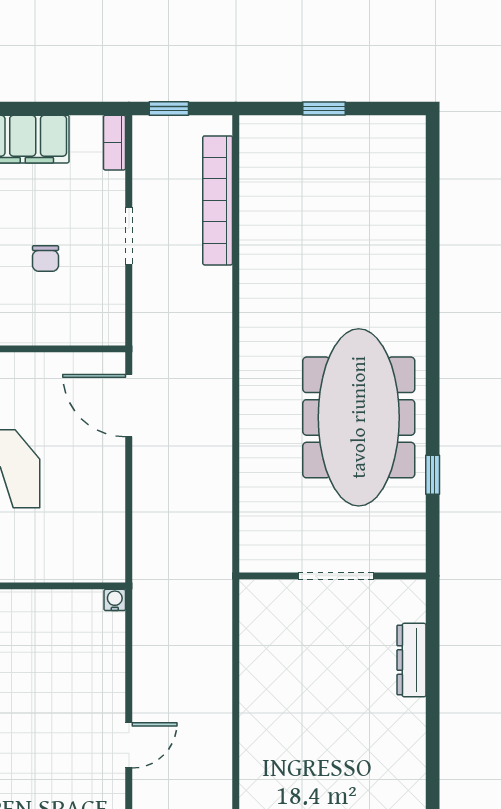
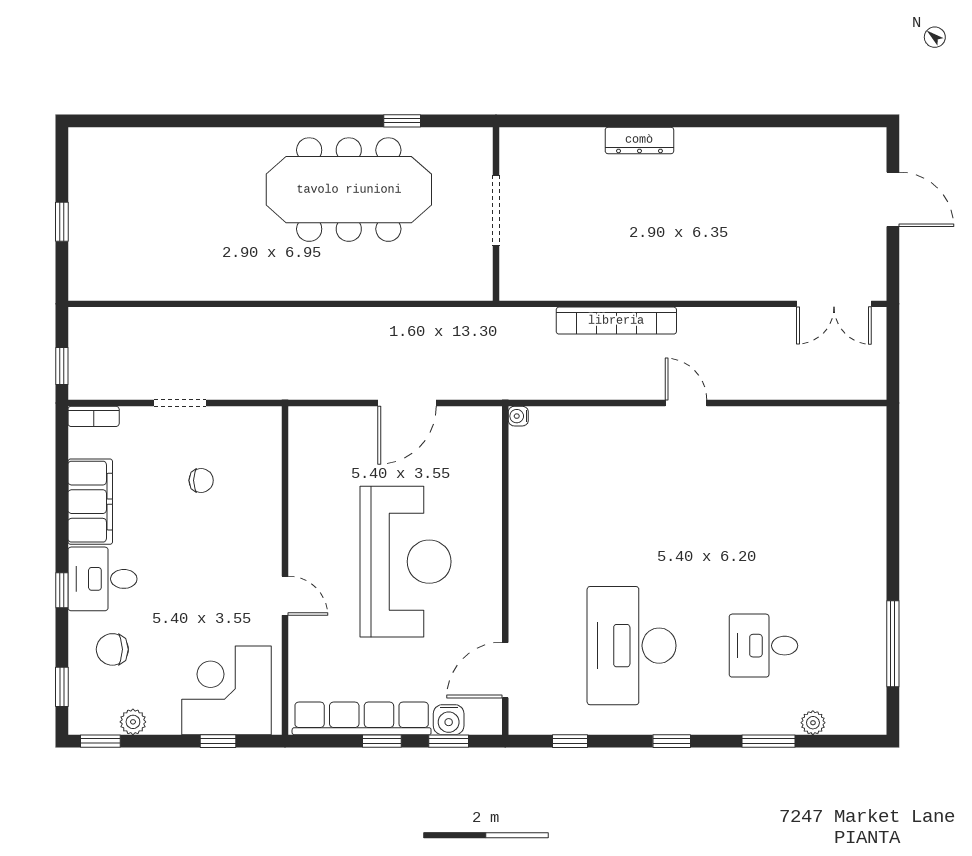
bookcase: (218, 200) -> (616, 321), moved
door: (129, 406) -> (407, 403), moved
dresser: (412, 660) -> (639, 140), moved
door: (129, 745) -> (686, 403), moved

